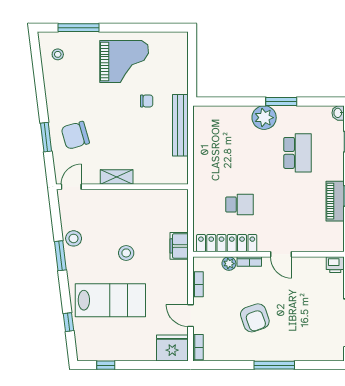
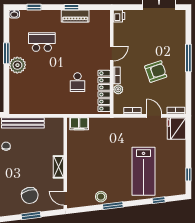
school desk: (239, 205) -> (77, 82), turned 180
filing cabinet: (179, 246) -> (79, 124), moved
stool: (126, 253) -> (111, 160), removed
lab bench: (110, 300) -> (144, 171), turned 180
door: (191, 316) -> (154, 116), swing flipped

